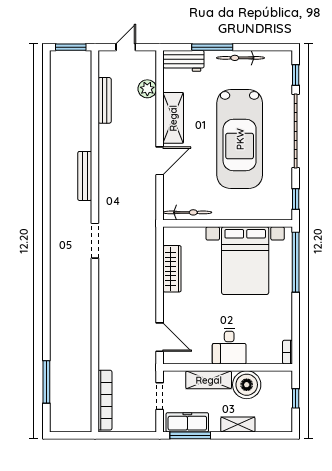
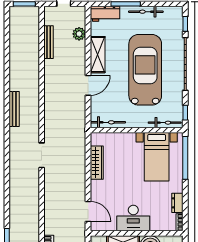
car: (240, 139) -> (145, 70), turned 180
bench: (85, 176) -> (14, 109), moved
bicycle: (267, 213) -> (165, 123), added
doorway: (95, 241) -> (42, 155), moved
bed with nightstands: (245, 261) -> (157, 157), width x0.73
dresser: (285, 325) -> (177, 203), added
desk: (229, 346) -> (133, 218), width x1.37

